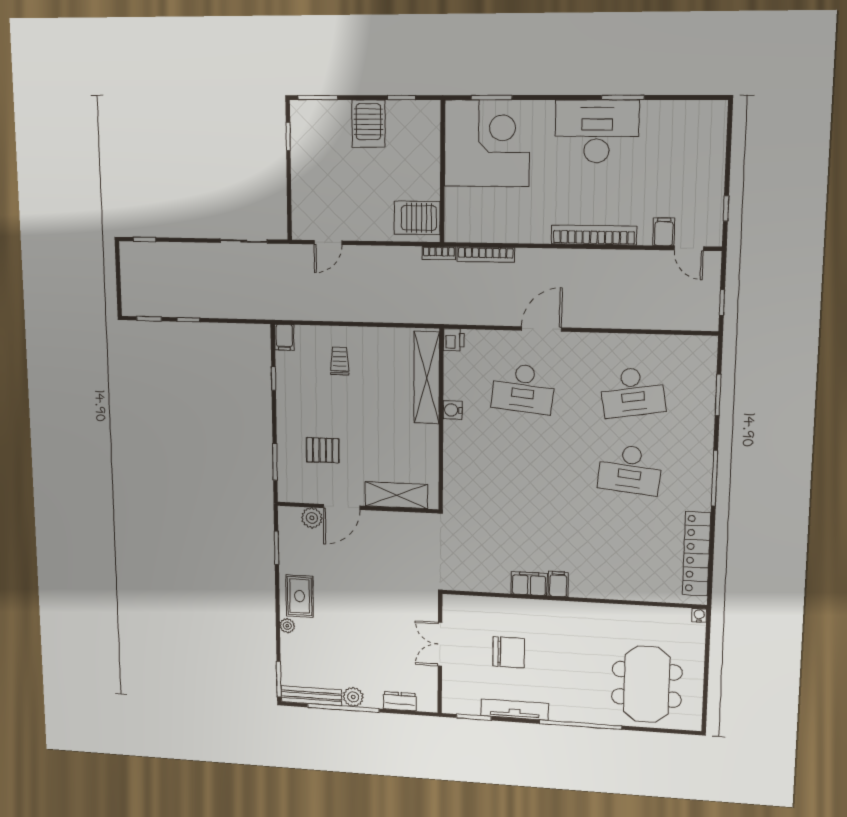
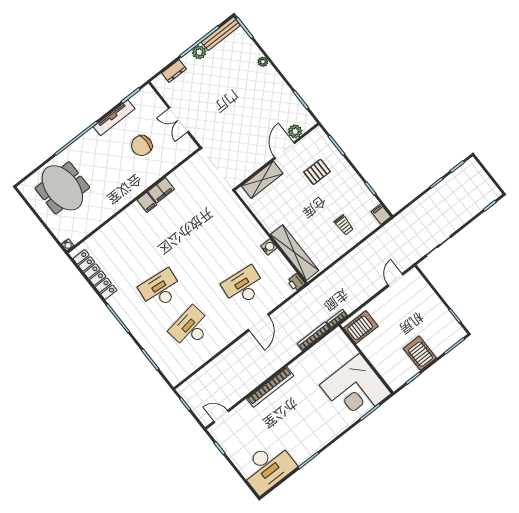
desk: (597, 131) -> (268, 467), moved
filing cabinet: (664, 232) -> (239, 415), removed
rug: (300, 596) -> (269, 84), removed
double door: (440, 644) -> (179, 120), swing flipped

